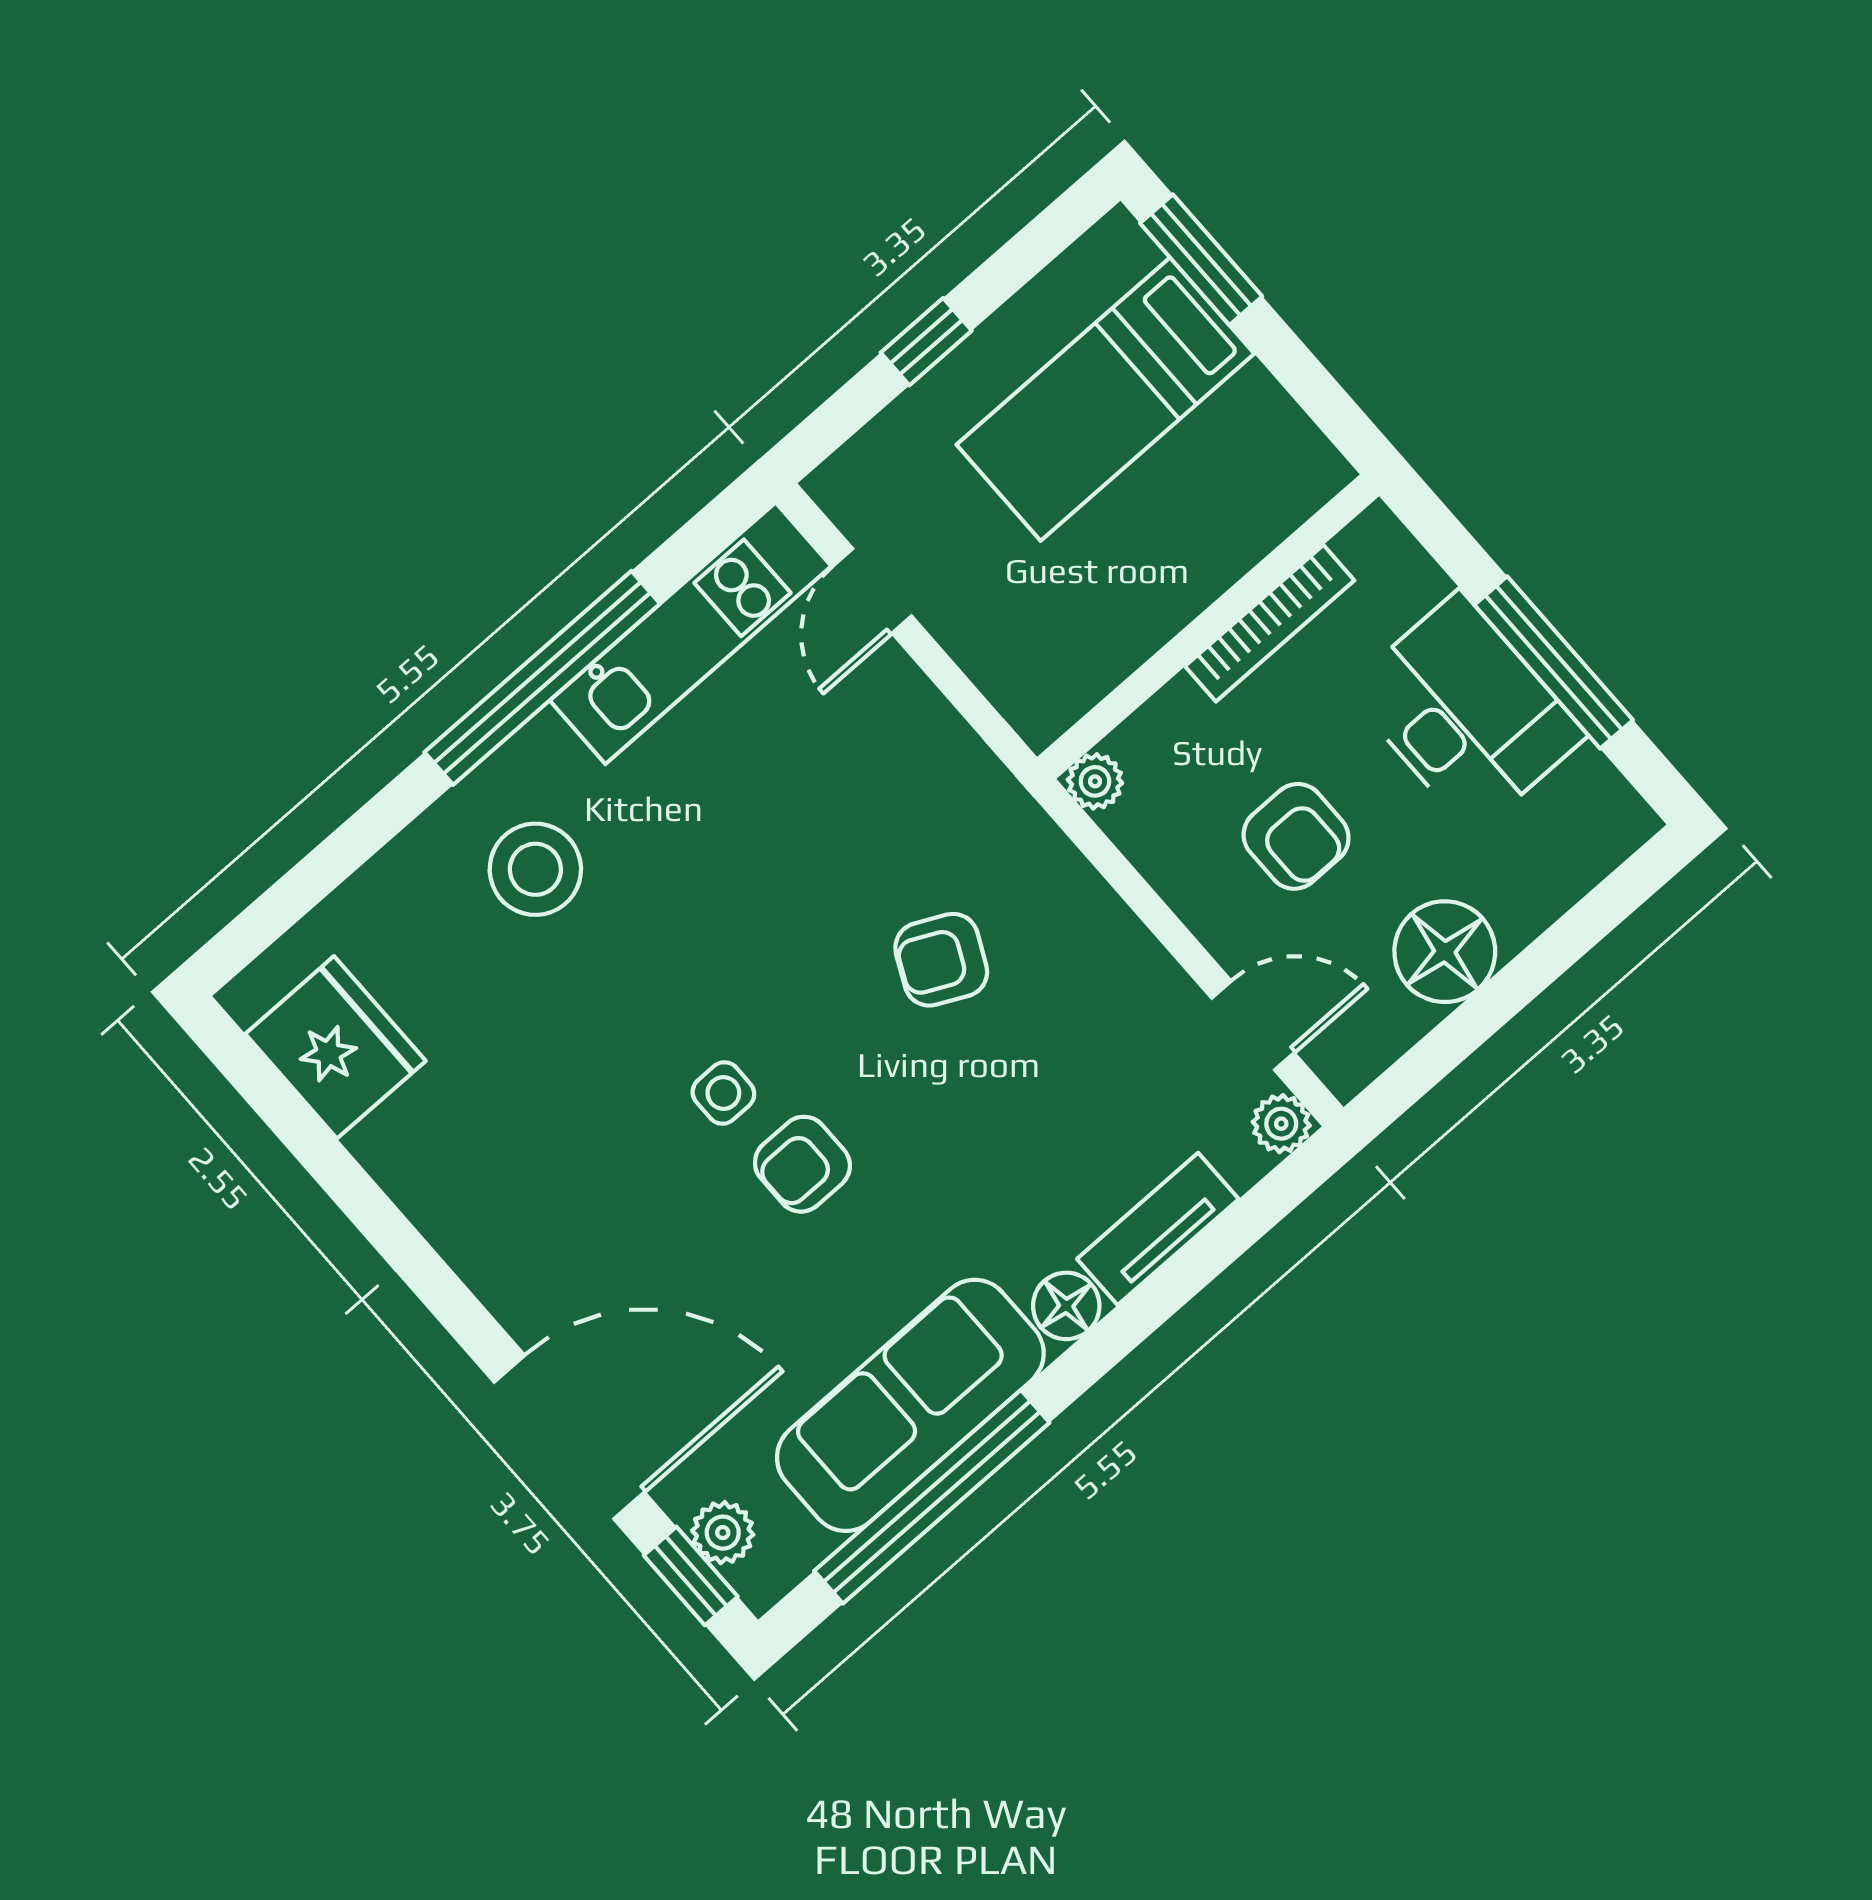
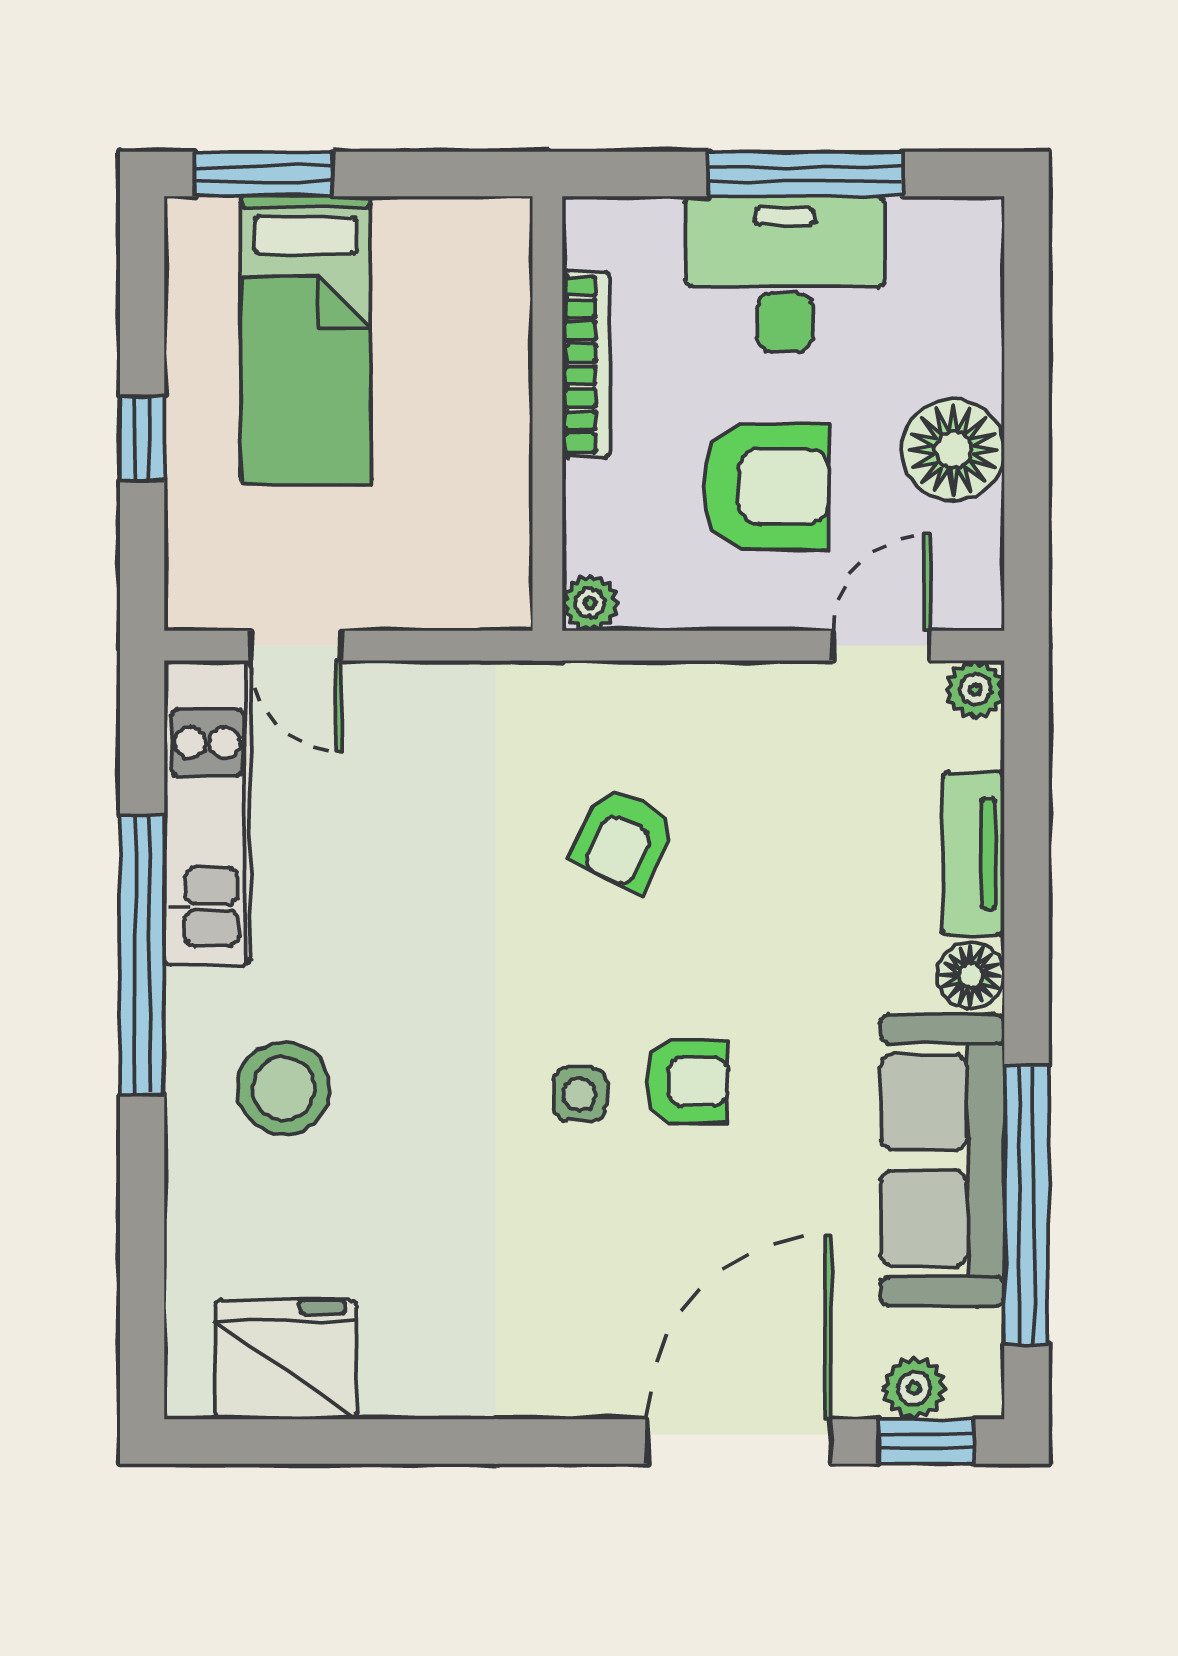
armchair: (1296, 836) -> (766, 486), width x1.38, depth x1.38
armchair: (802, 1164) -> (687, 1082), turned -90

